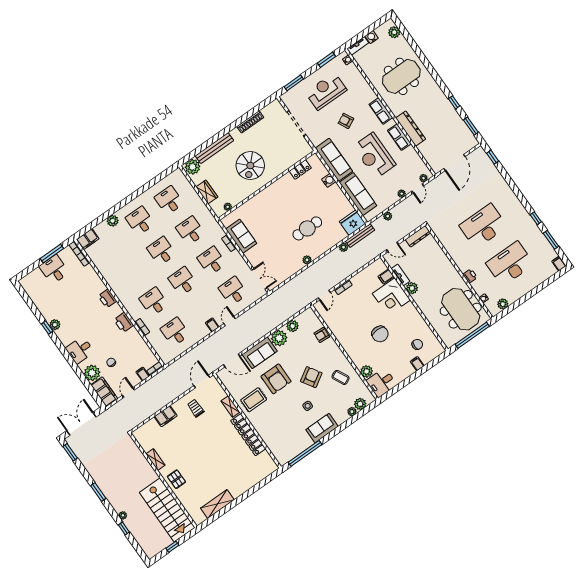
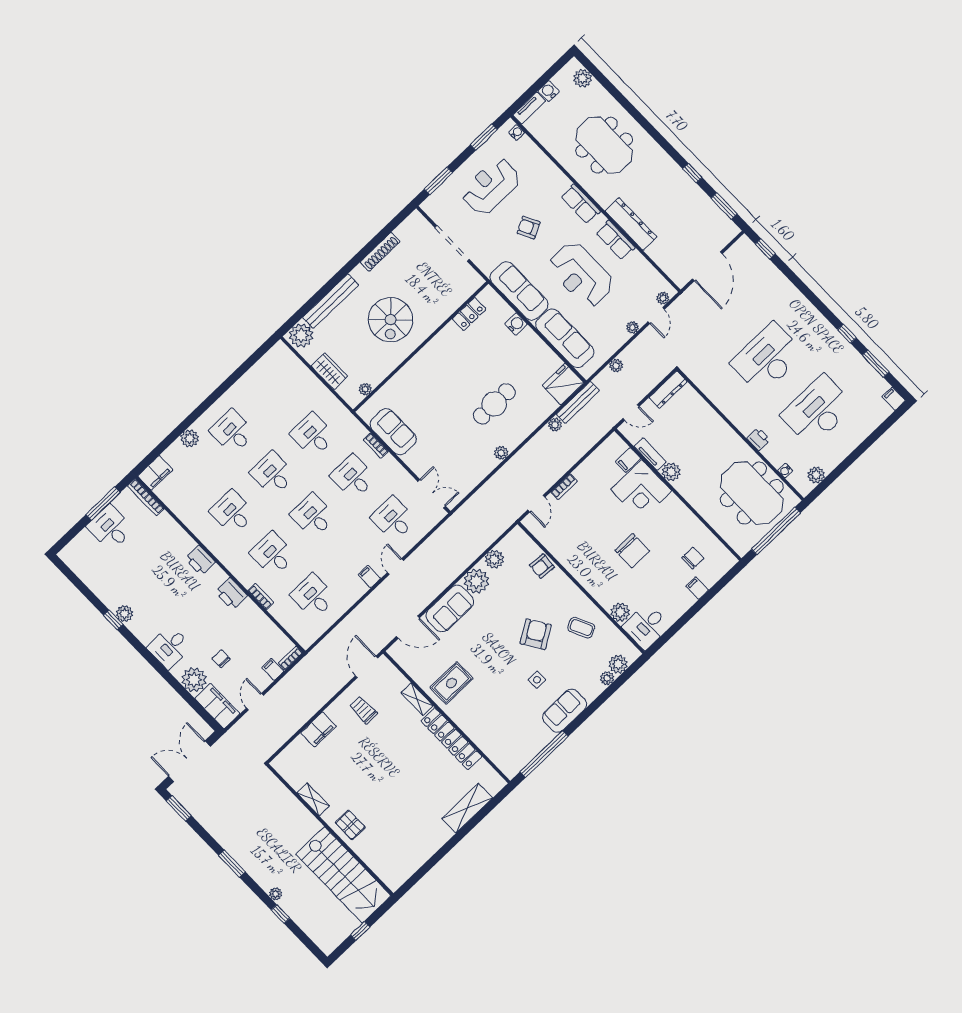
meeting table: (401, 76) -> (604, 145), turned 90
desk: (169, 200) -> (232, 512), moved
armchair: (276, 379) -> (481, 645), removed
shelving: (217, 504) -> (467, 808), moved

